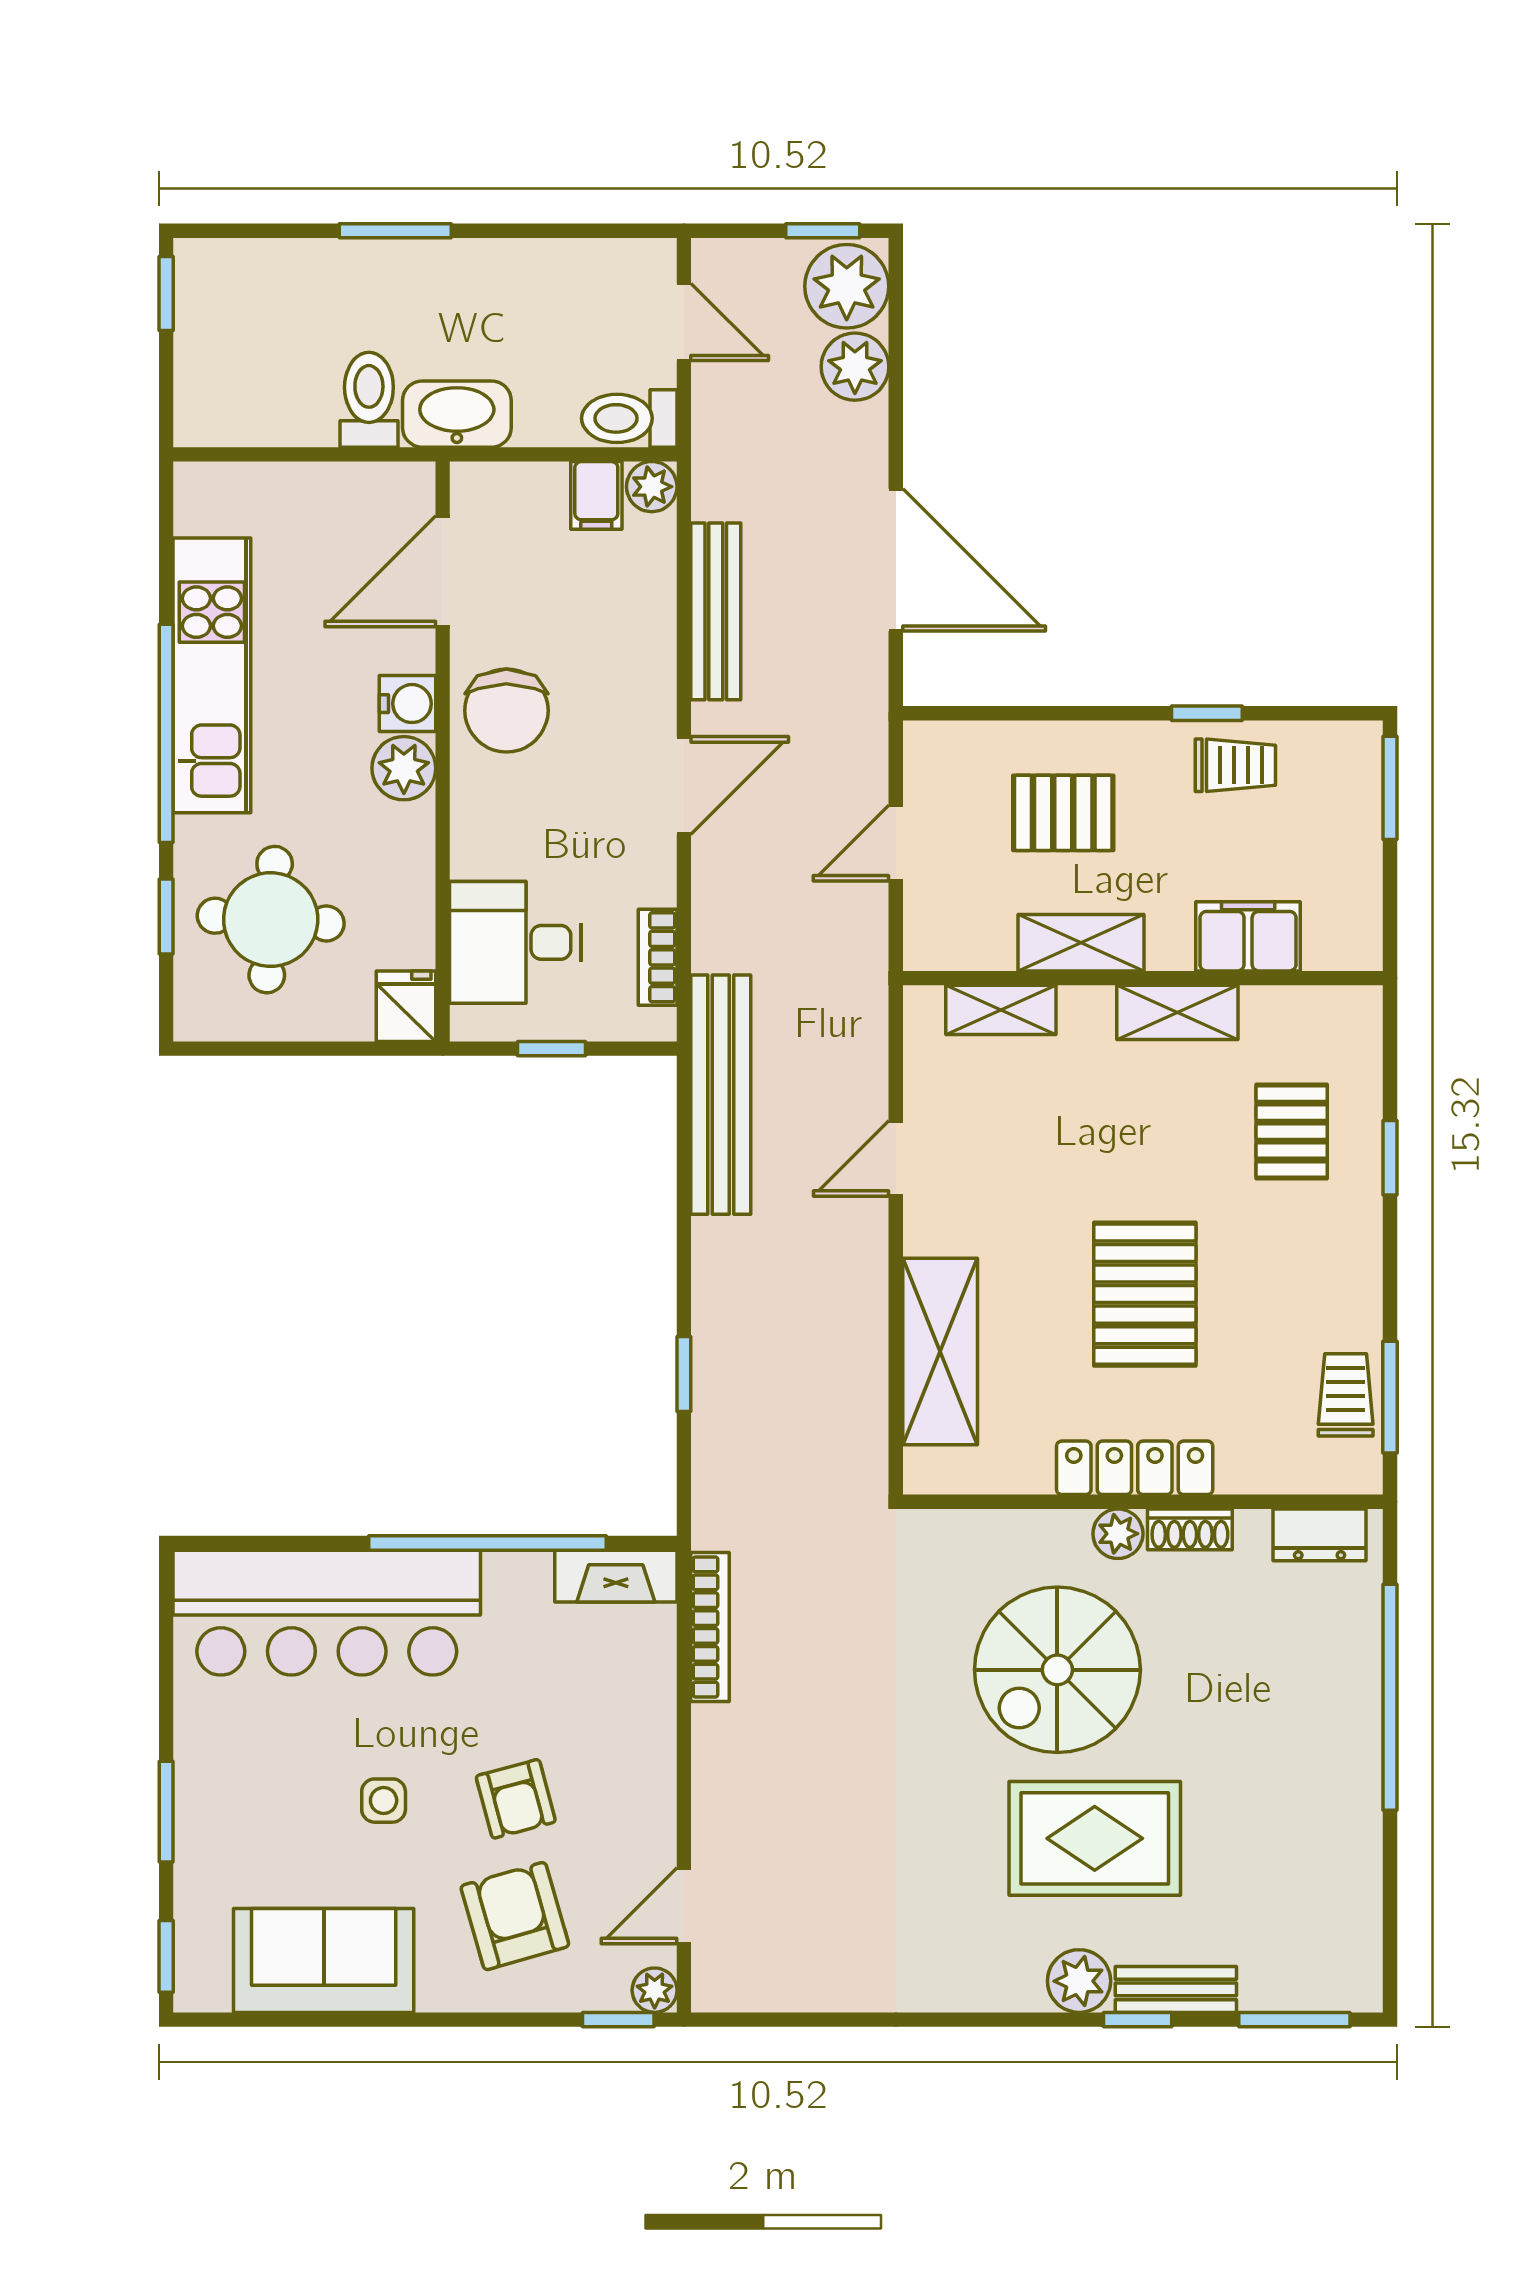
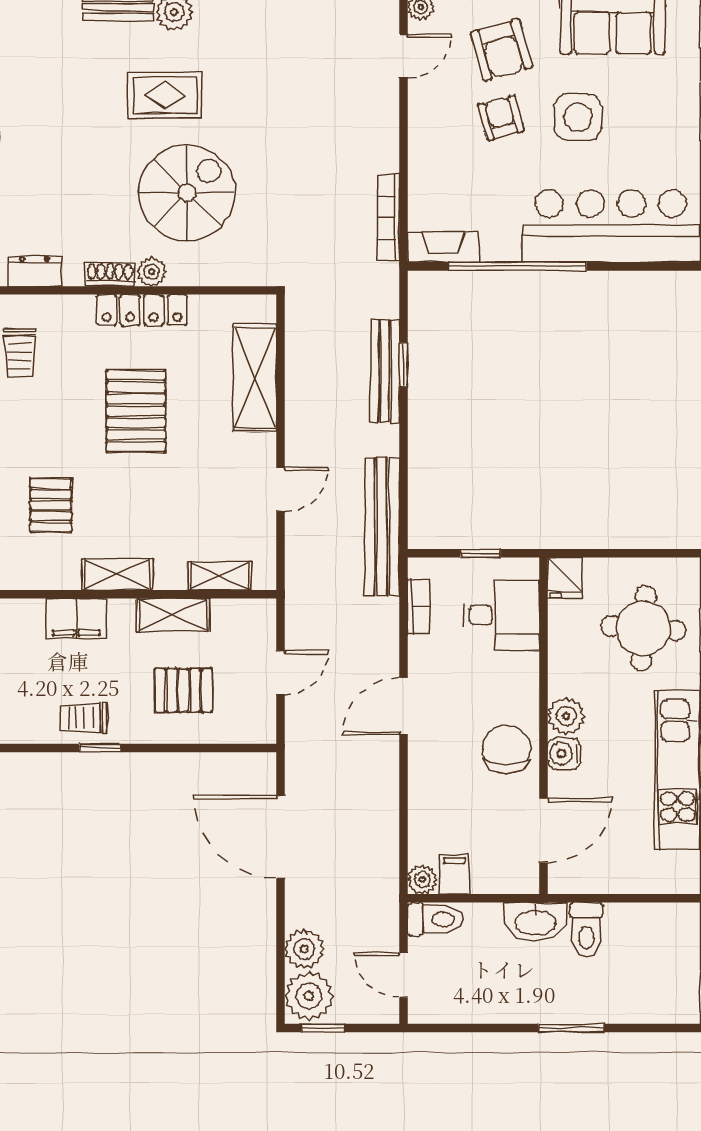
bench: (716, 611) -> (385, 371), moved
side table: (384, 1801) -> (578, 117), width x1.87, depth x1.87
rug: (1095, 1838) -> (165, 95), width x0.73, depth x0.70

